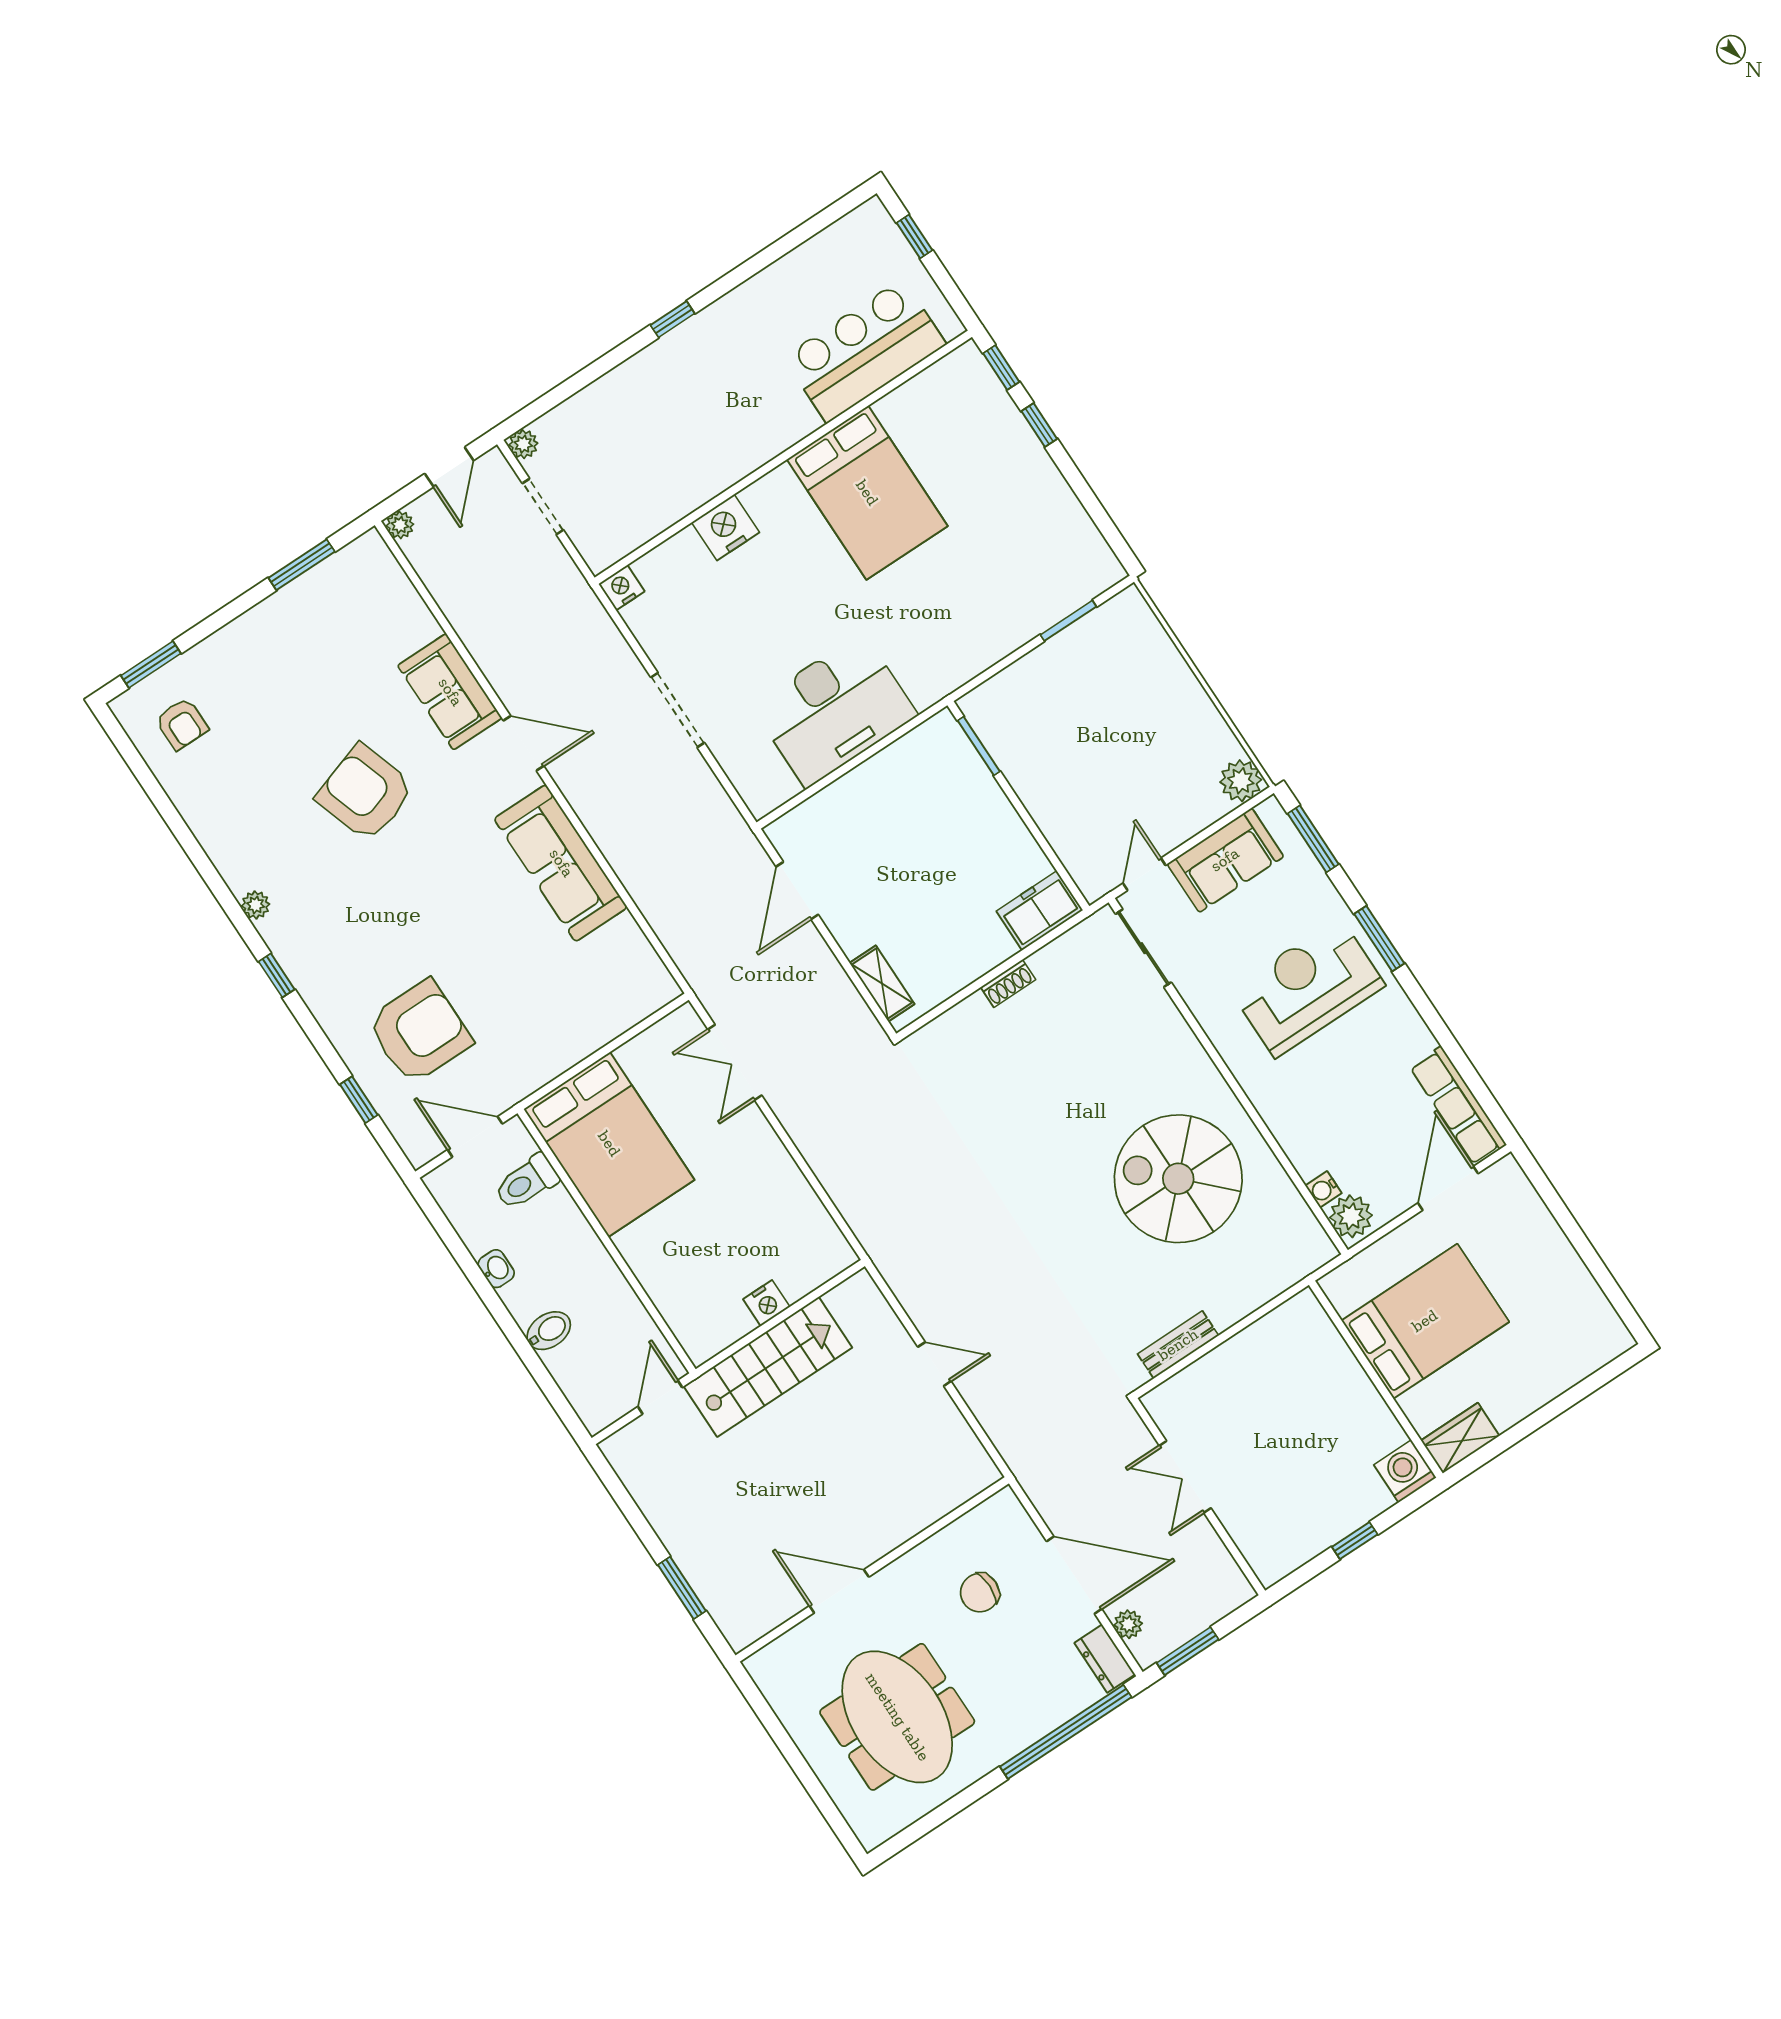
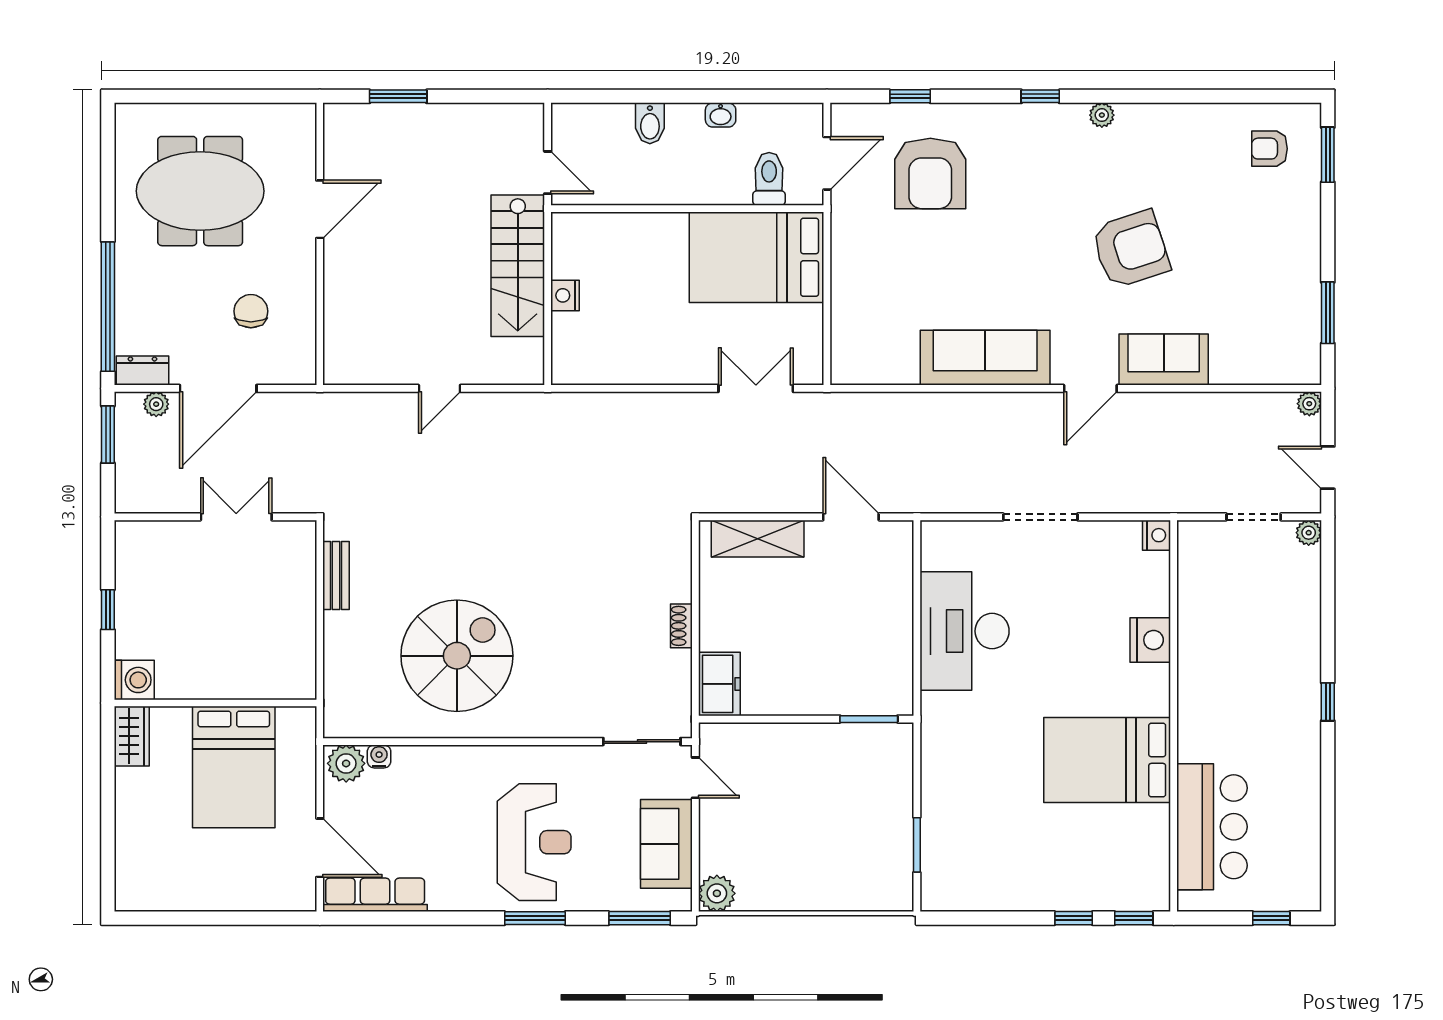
shelving: (882, 983) -> (758, 539), width x1.50, depth x1.33

